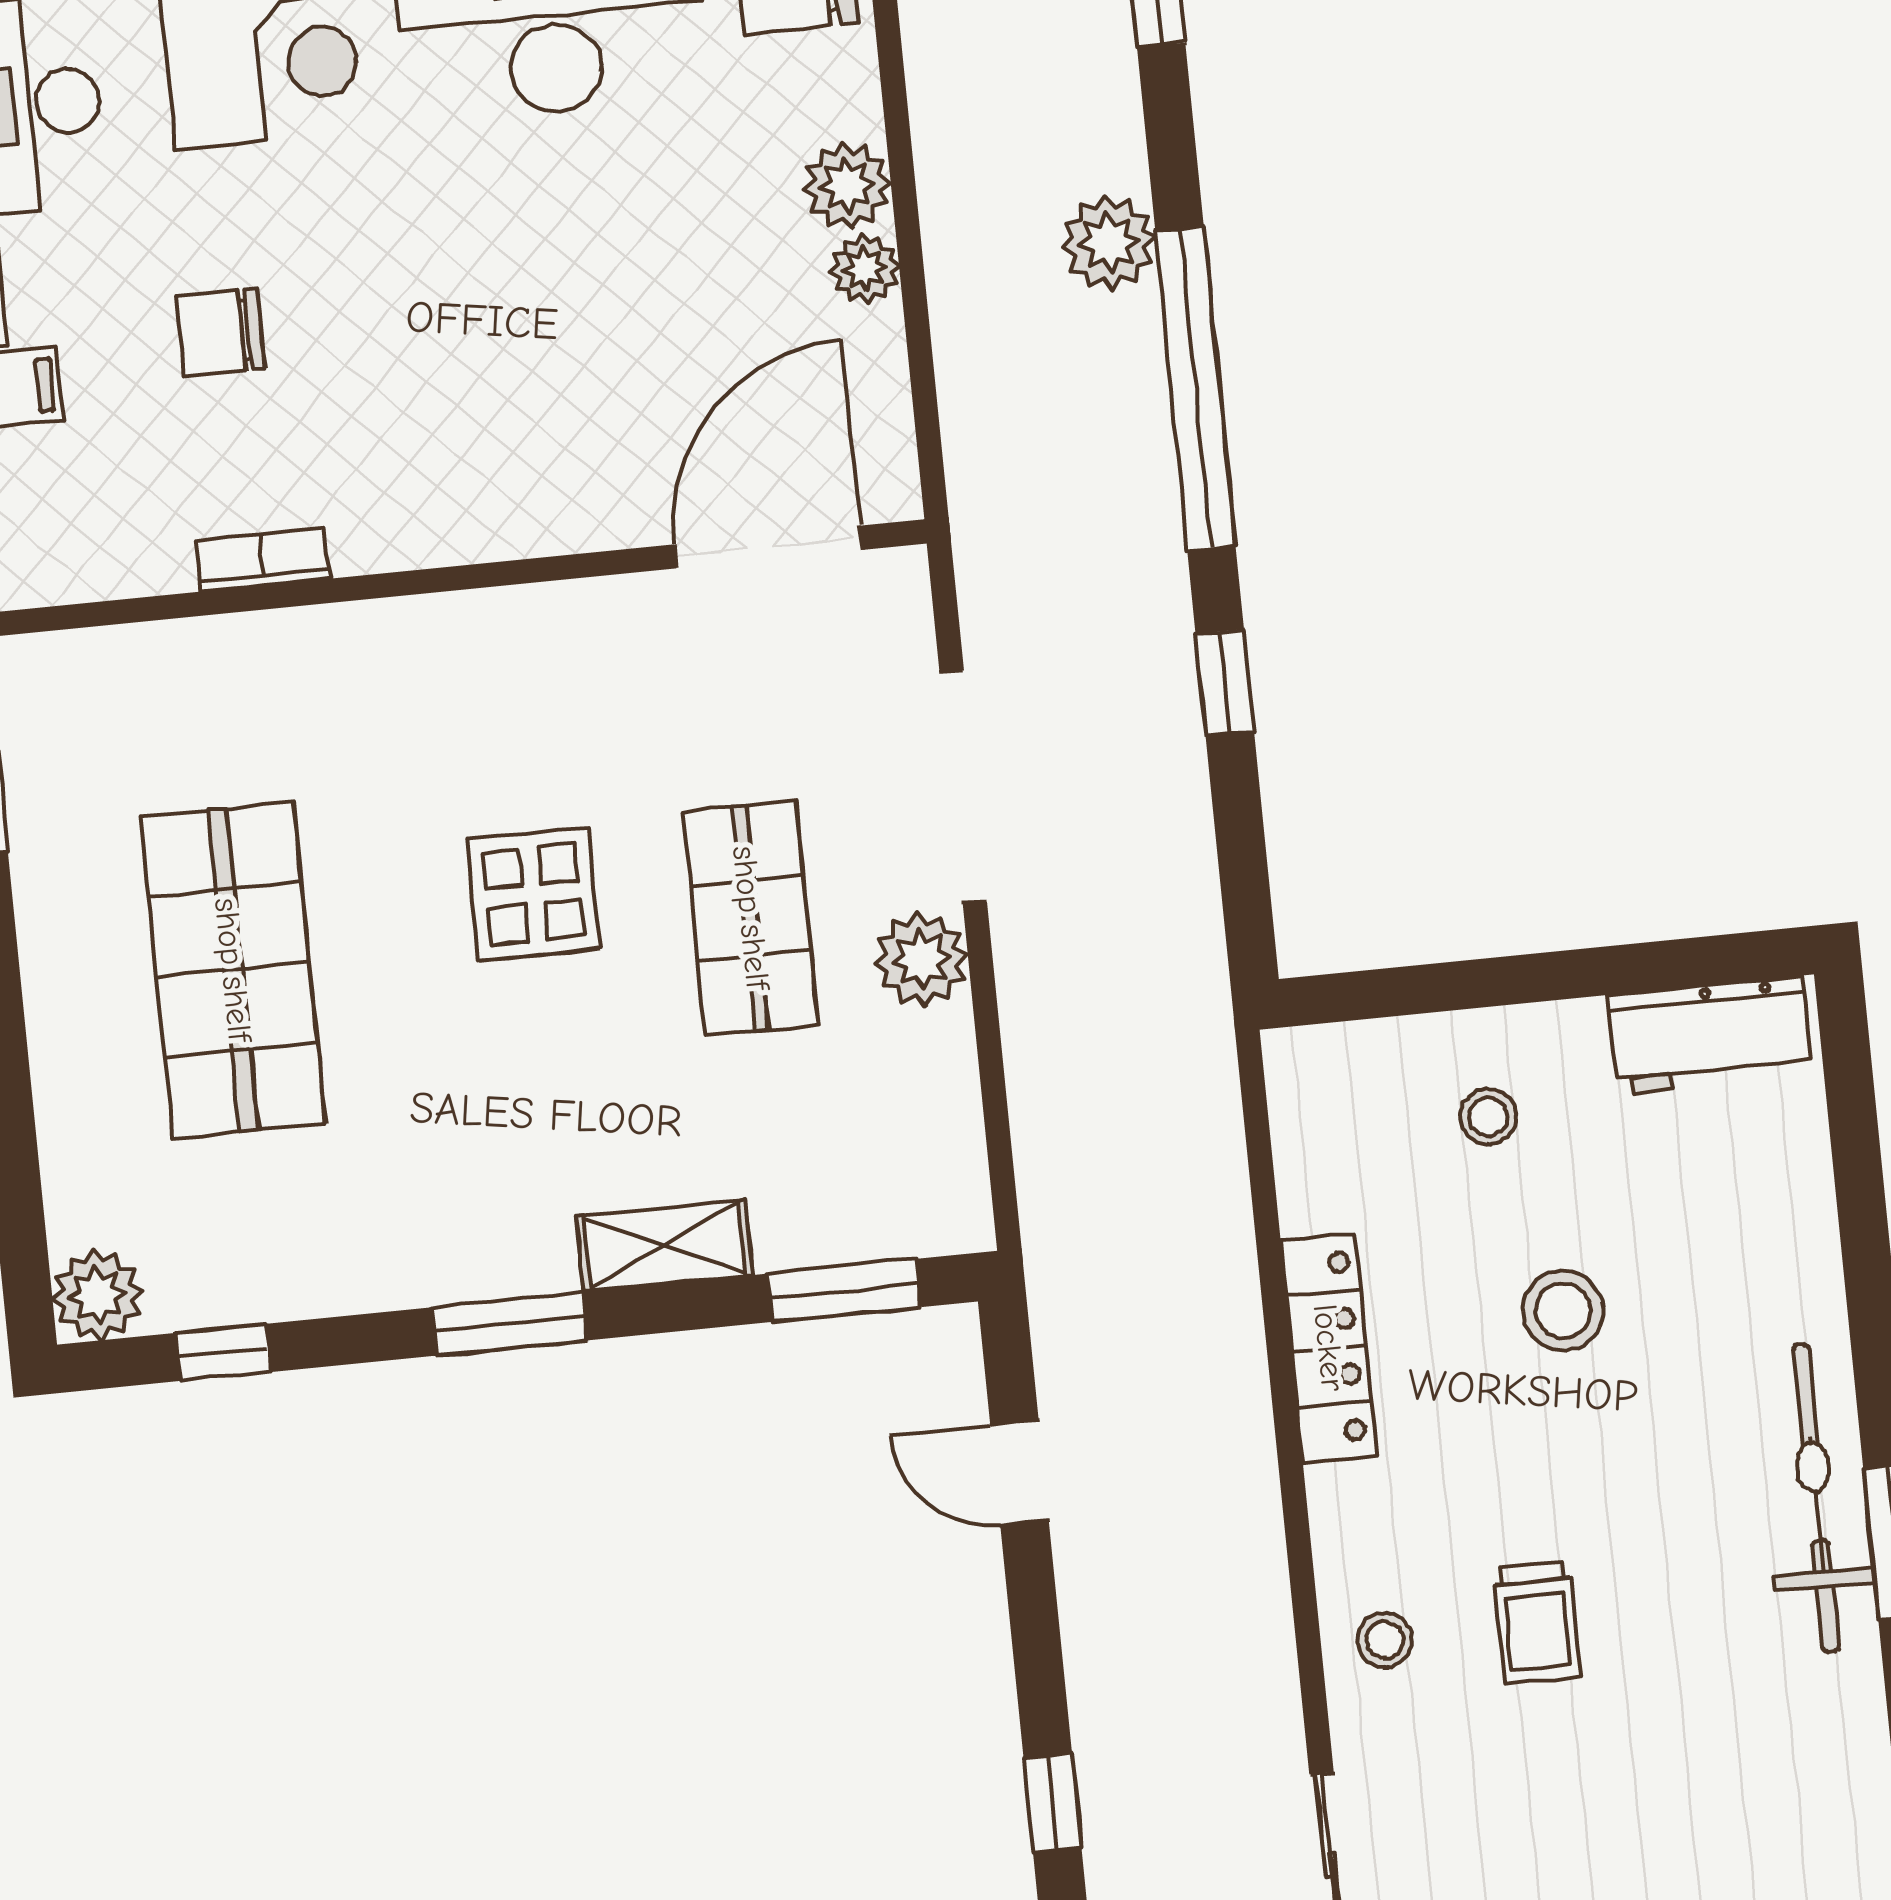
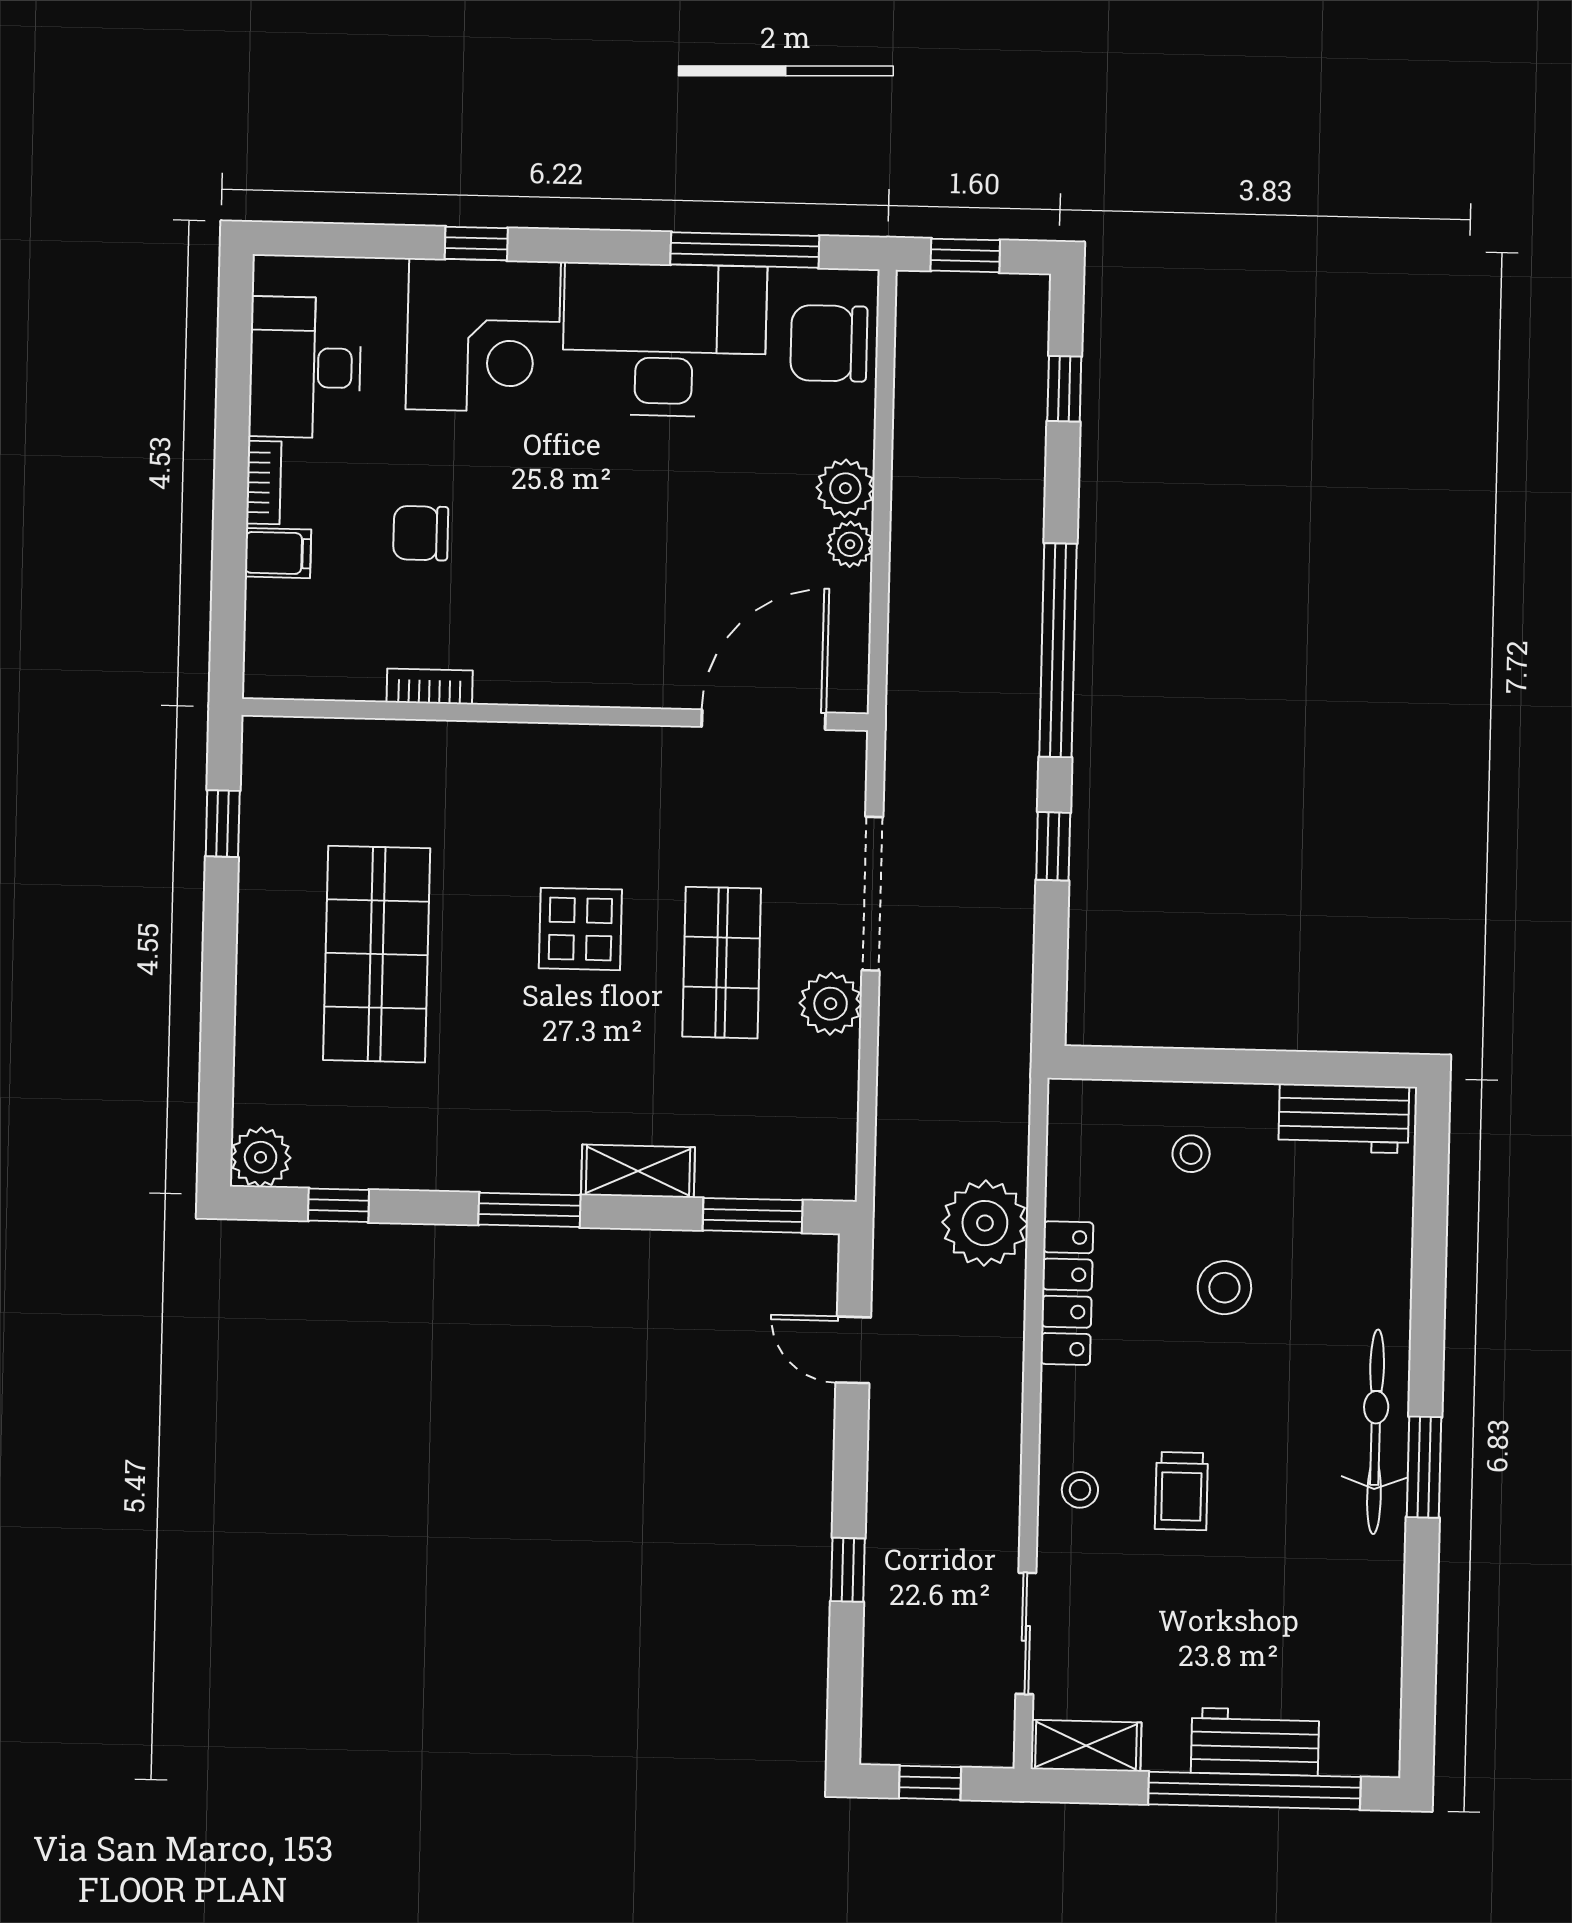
plant: (1109, 243) -> (985, 1223), moved, width x1.36, depth x1.36

